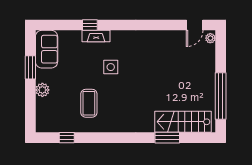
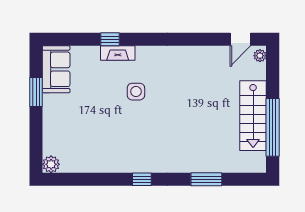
plant: (42, 90) -> (51, 164), moved
coffee table: (89, 103) -> (109, 137), removed
stairs: (183, 122) -> (253, 116), moved, turned -90
window: (67, 138) -> (142, 179), moved

